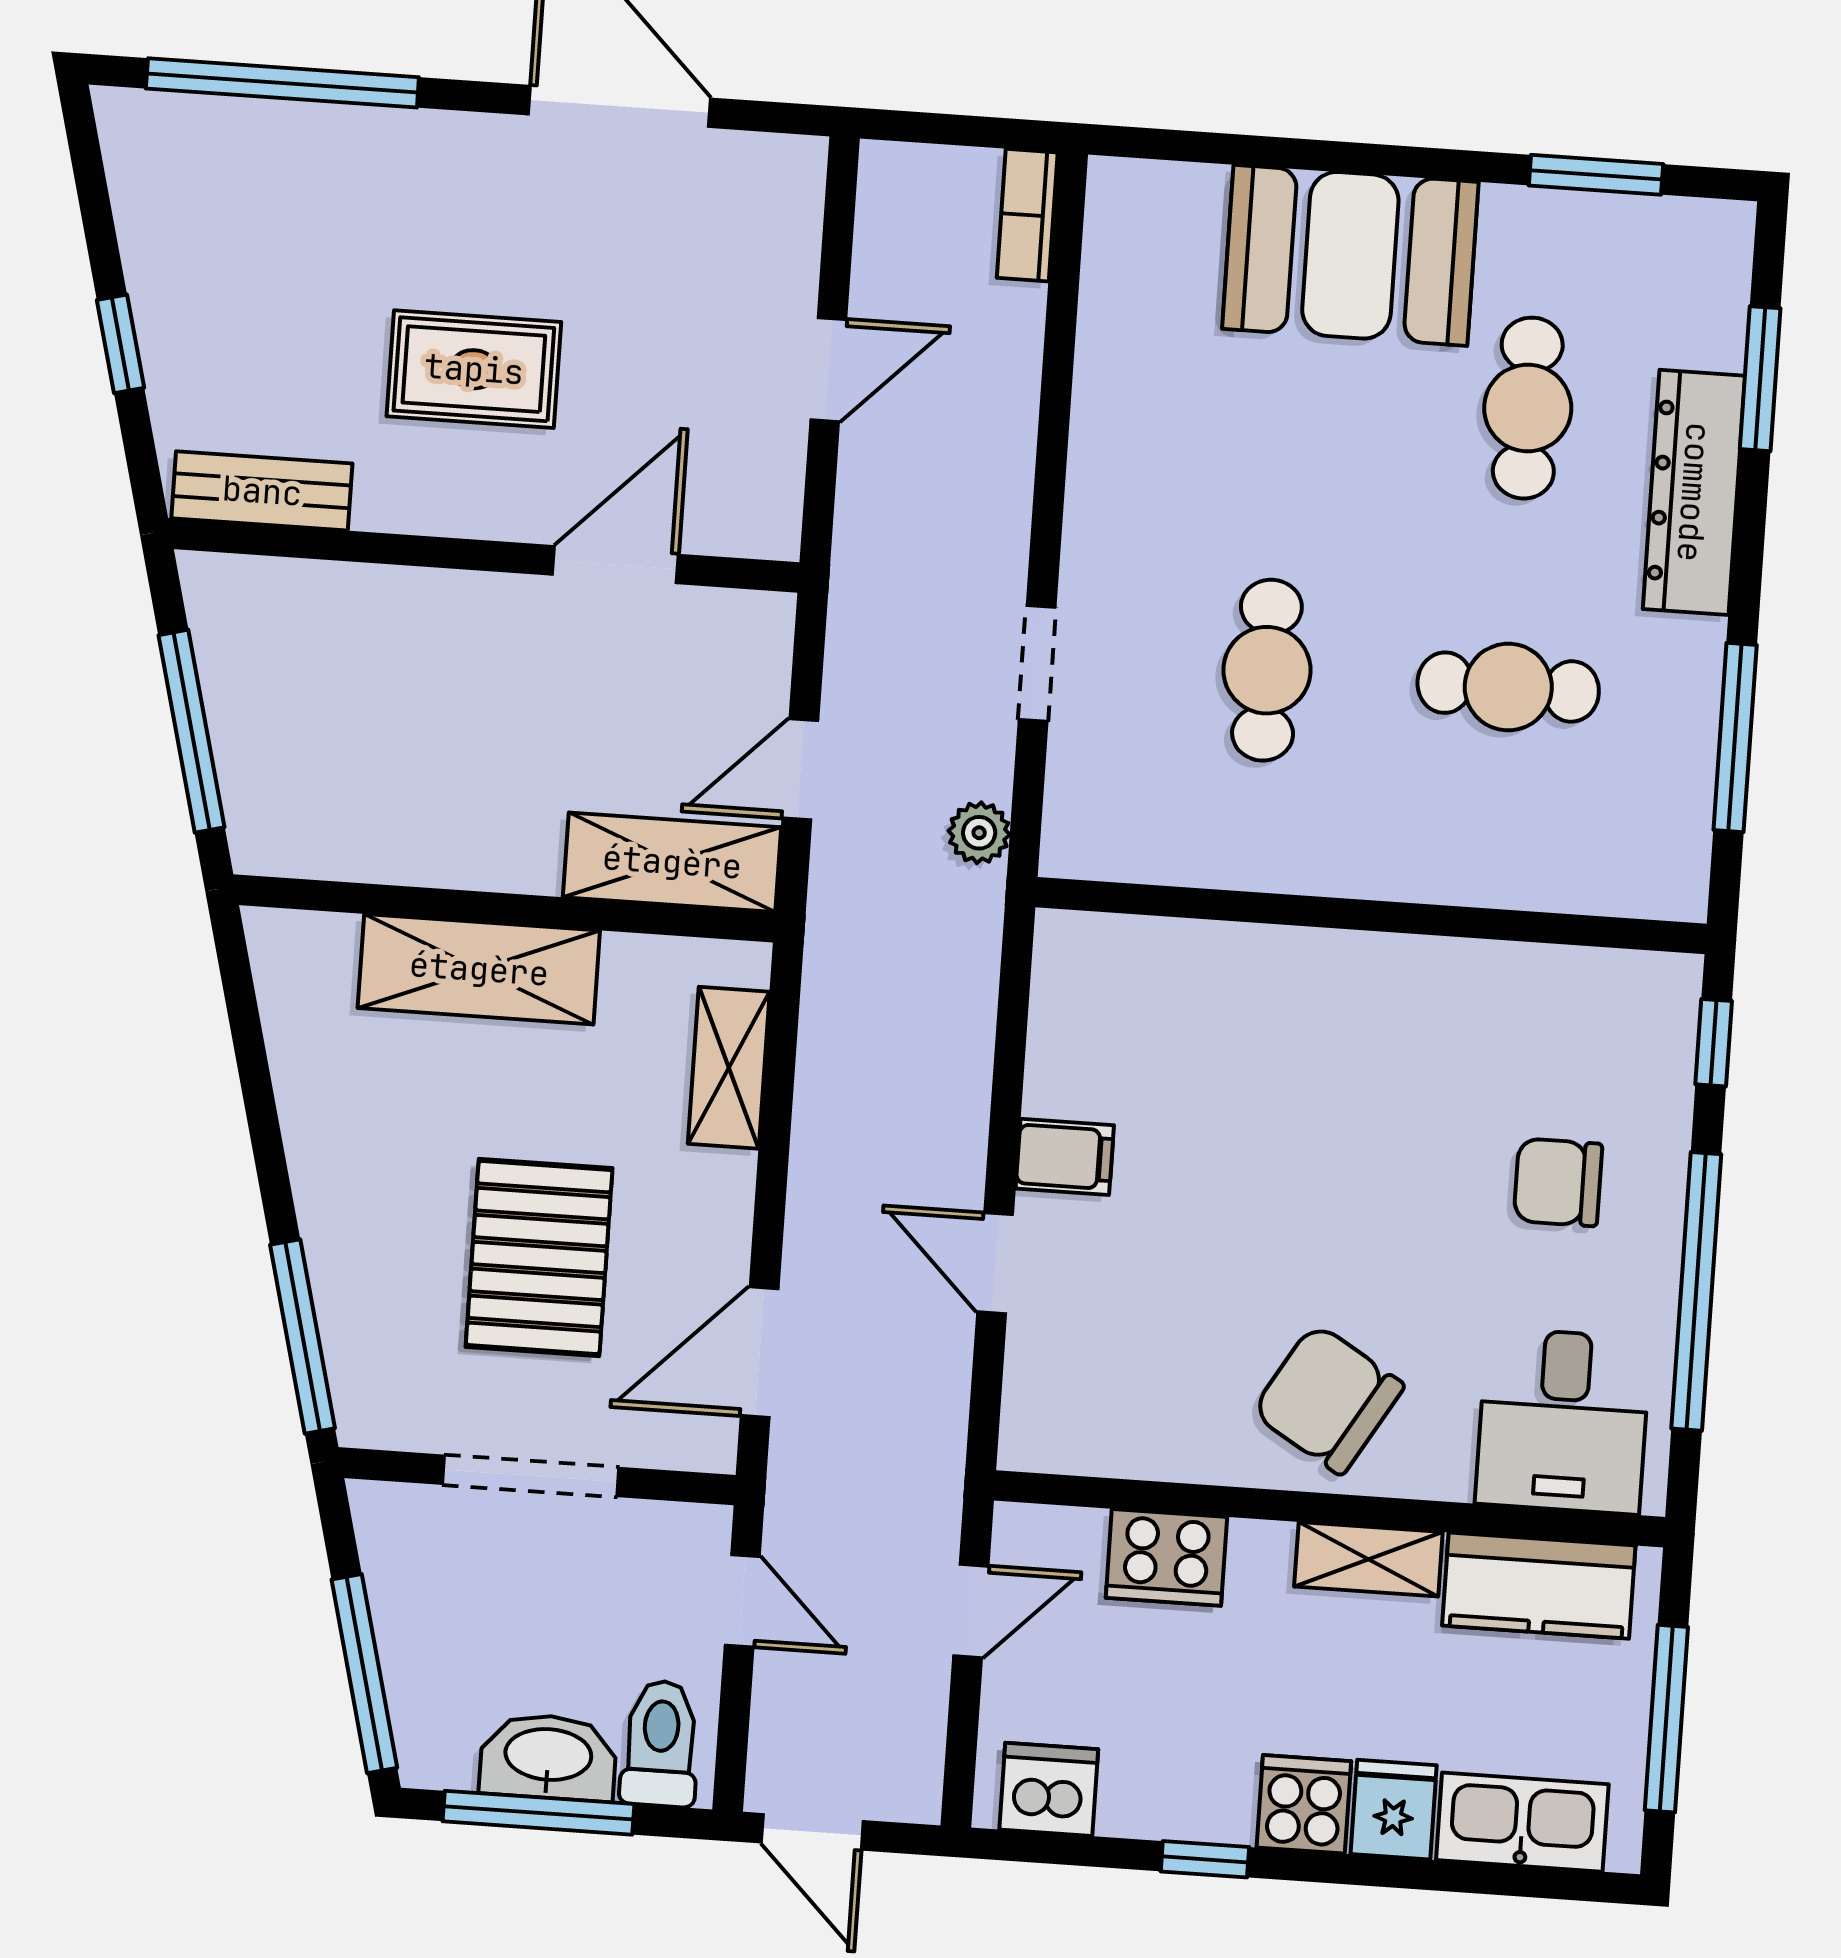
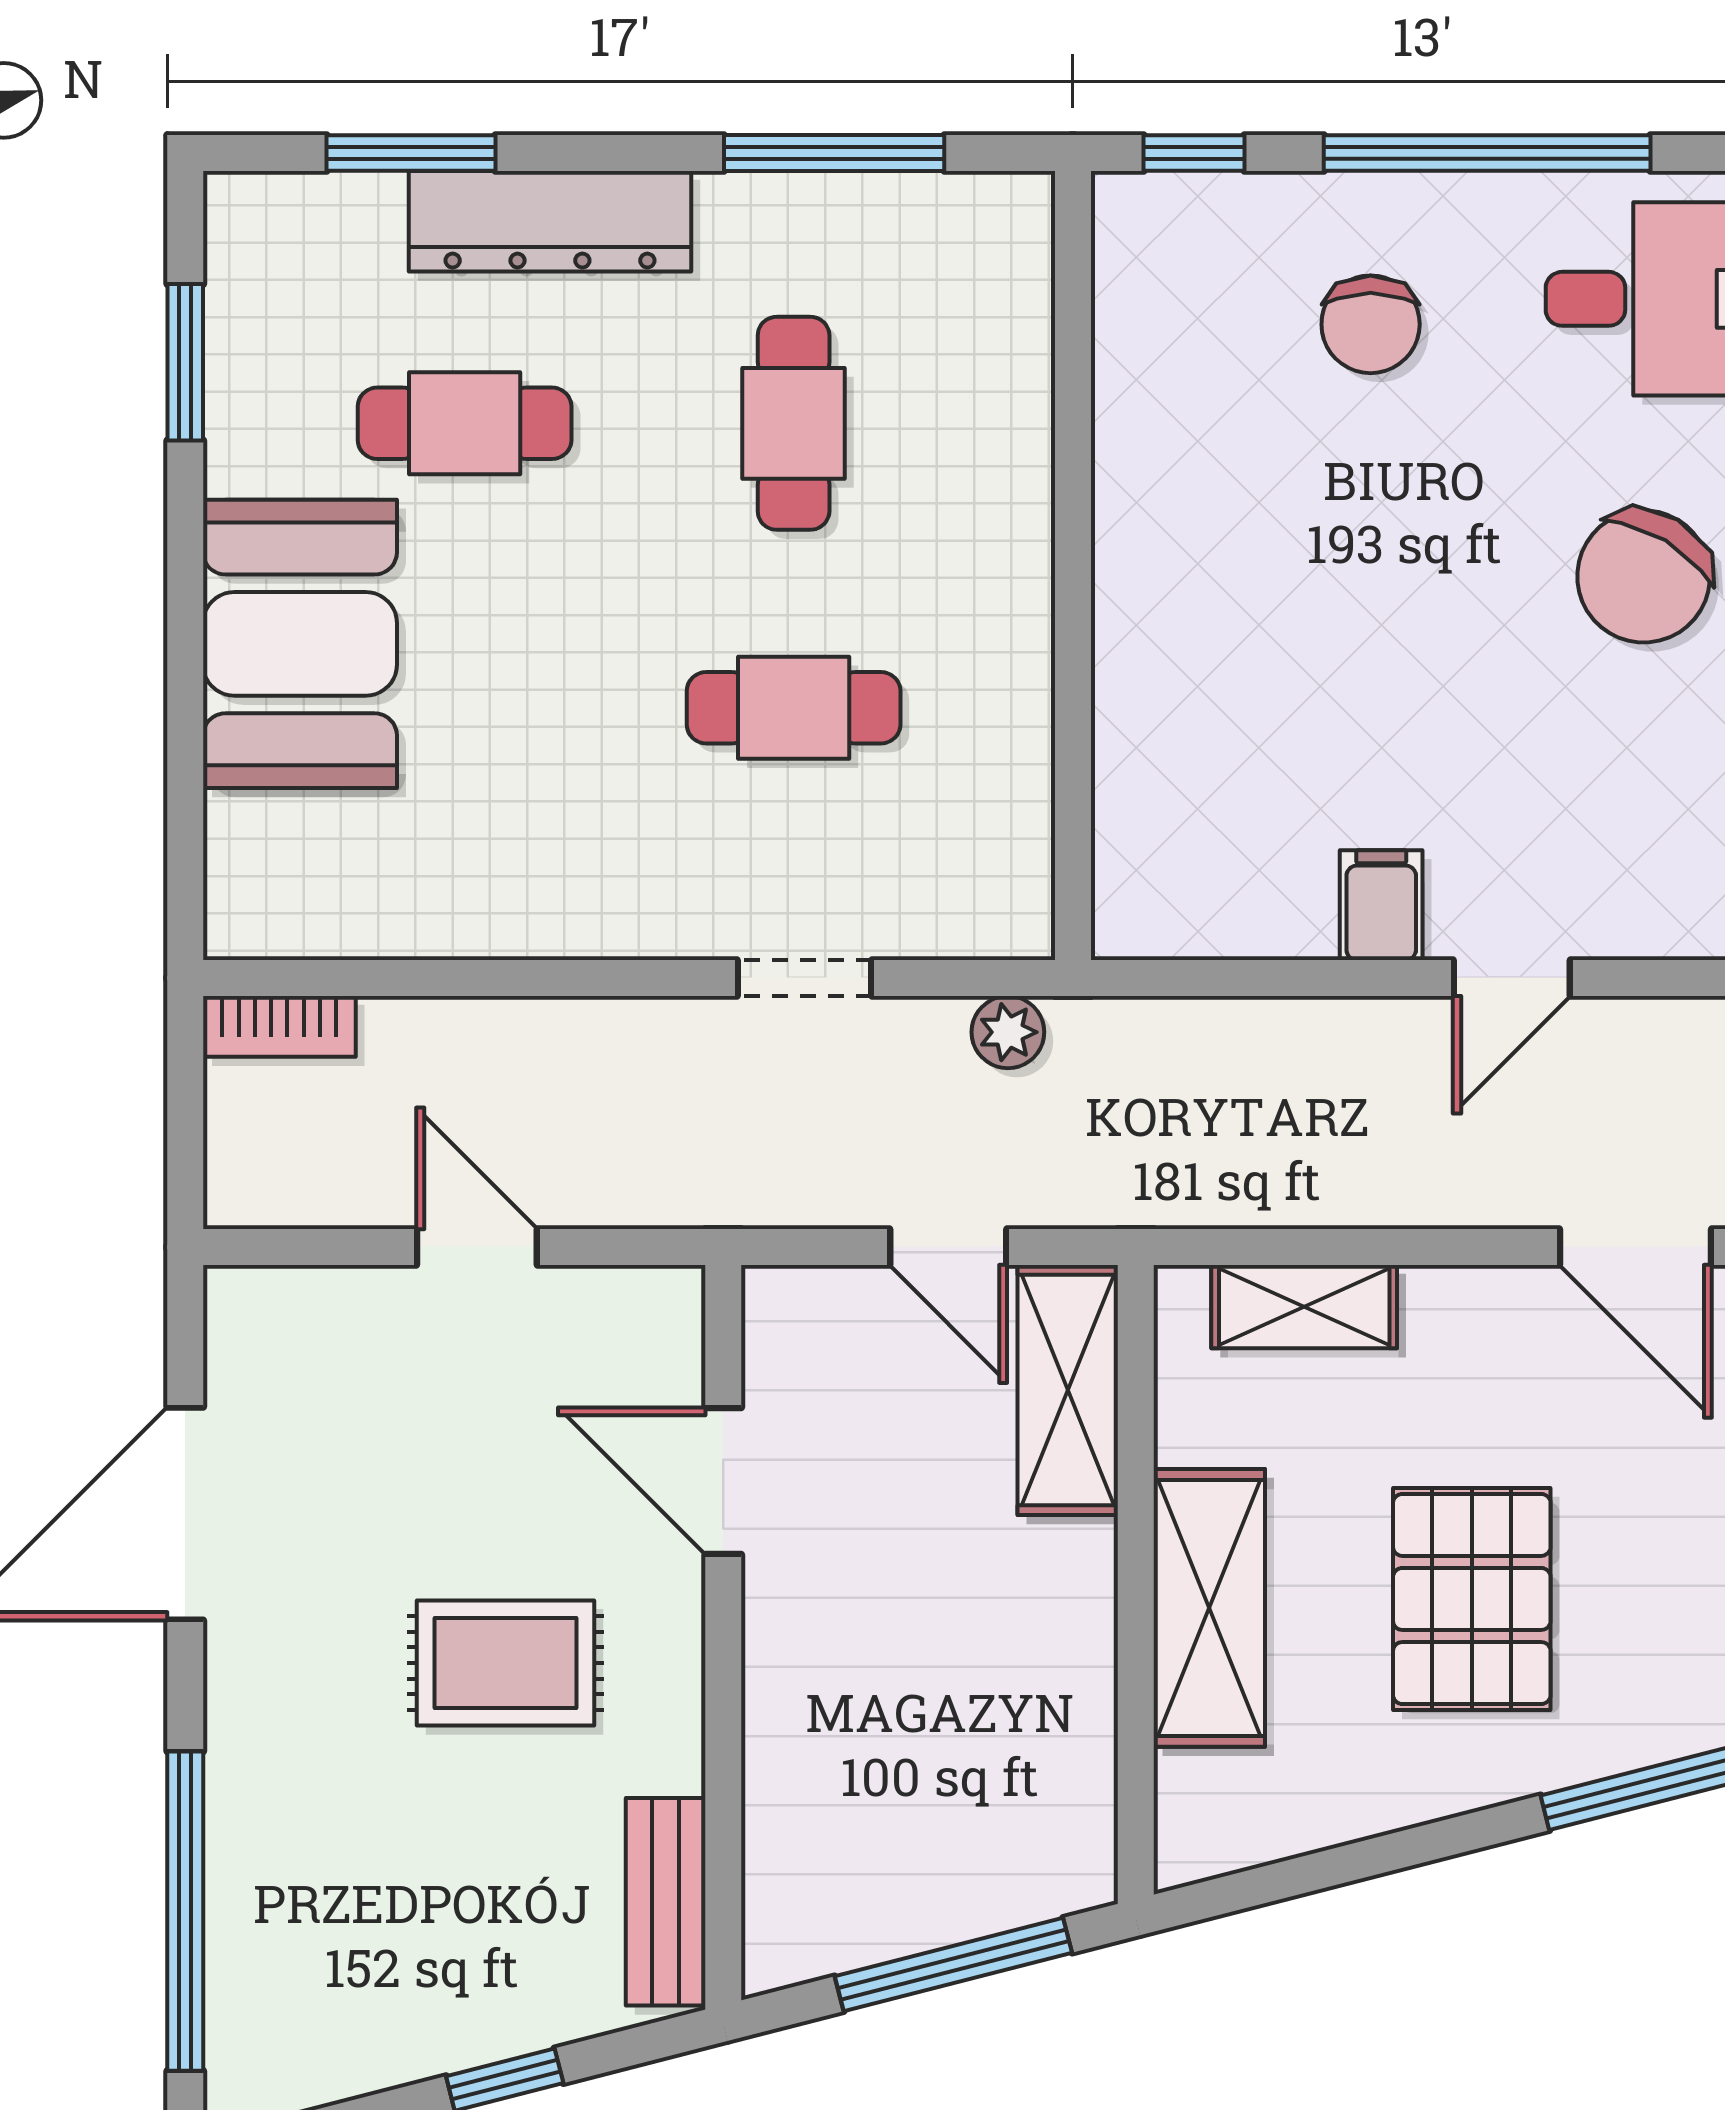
rug: (474, 369) -> (505, 1663), turned 90
pallet: (539, 1258) -> (1472, 1599), moved, turned 90

